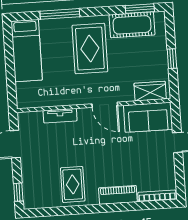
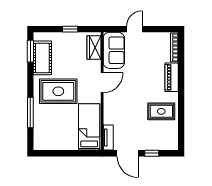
bed: (27, 51) -> (89, 127), moved, turned -90
tv unit: (60, 116) -> (108, 138), moved
window: (18, 192) -> (152, 153), moved

